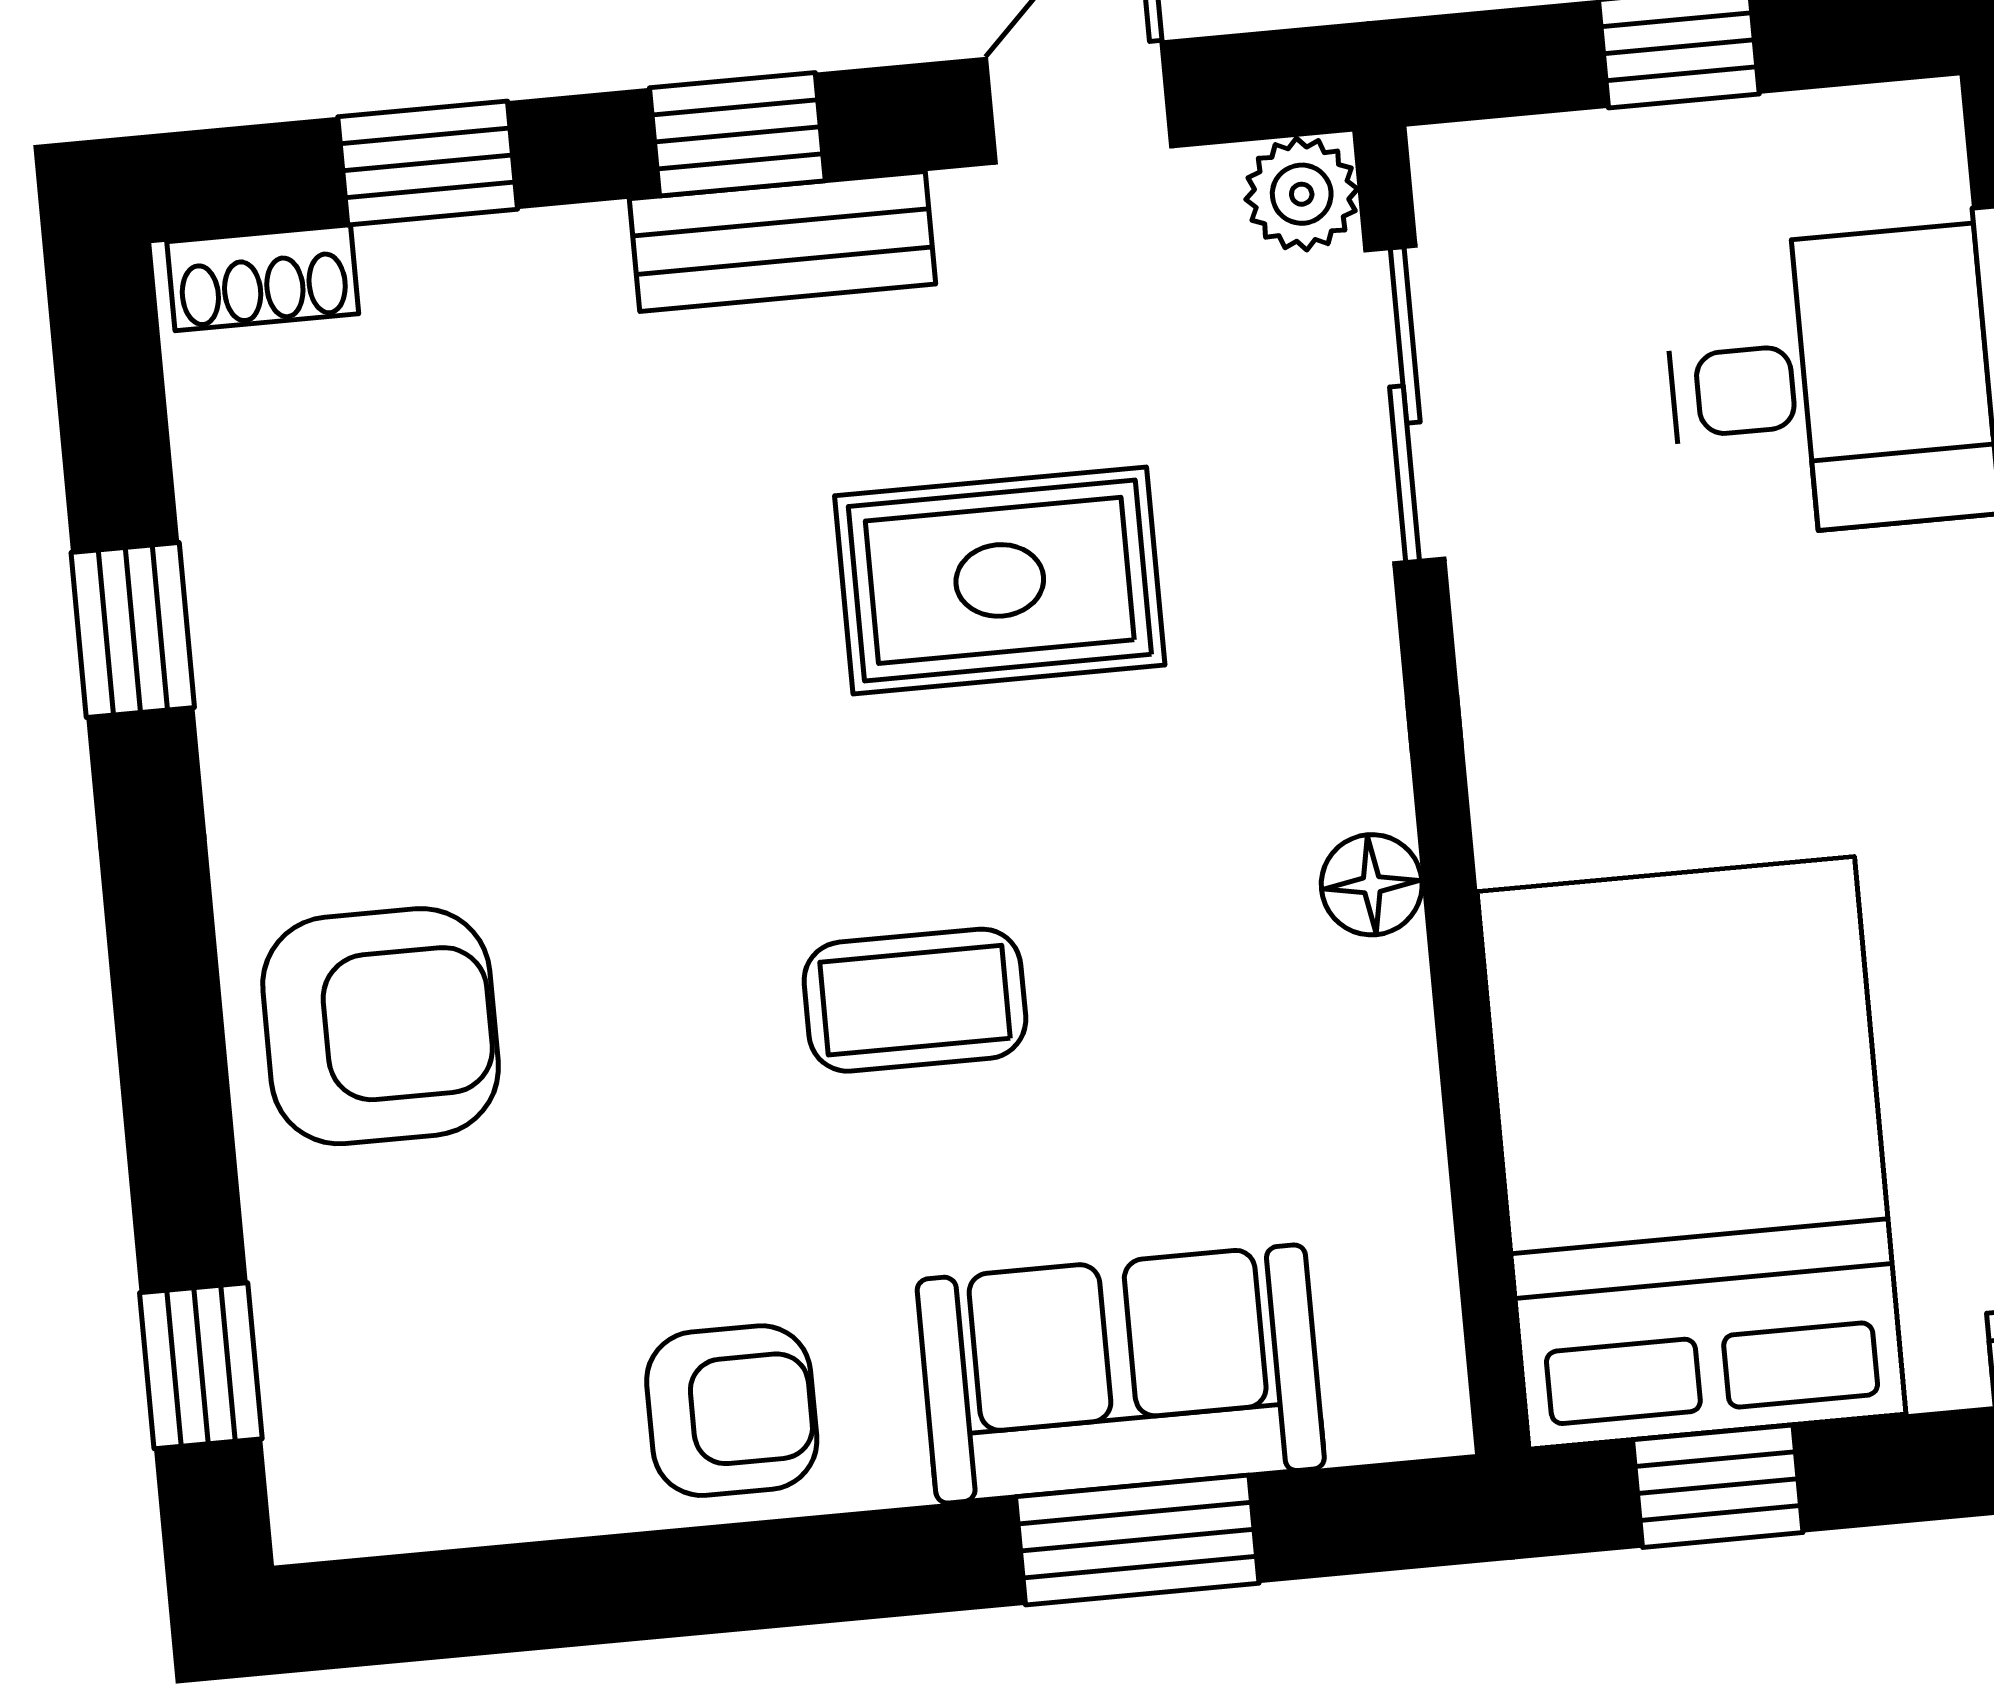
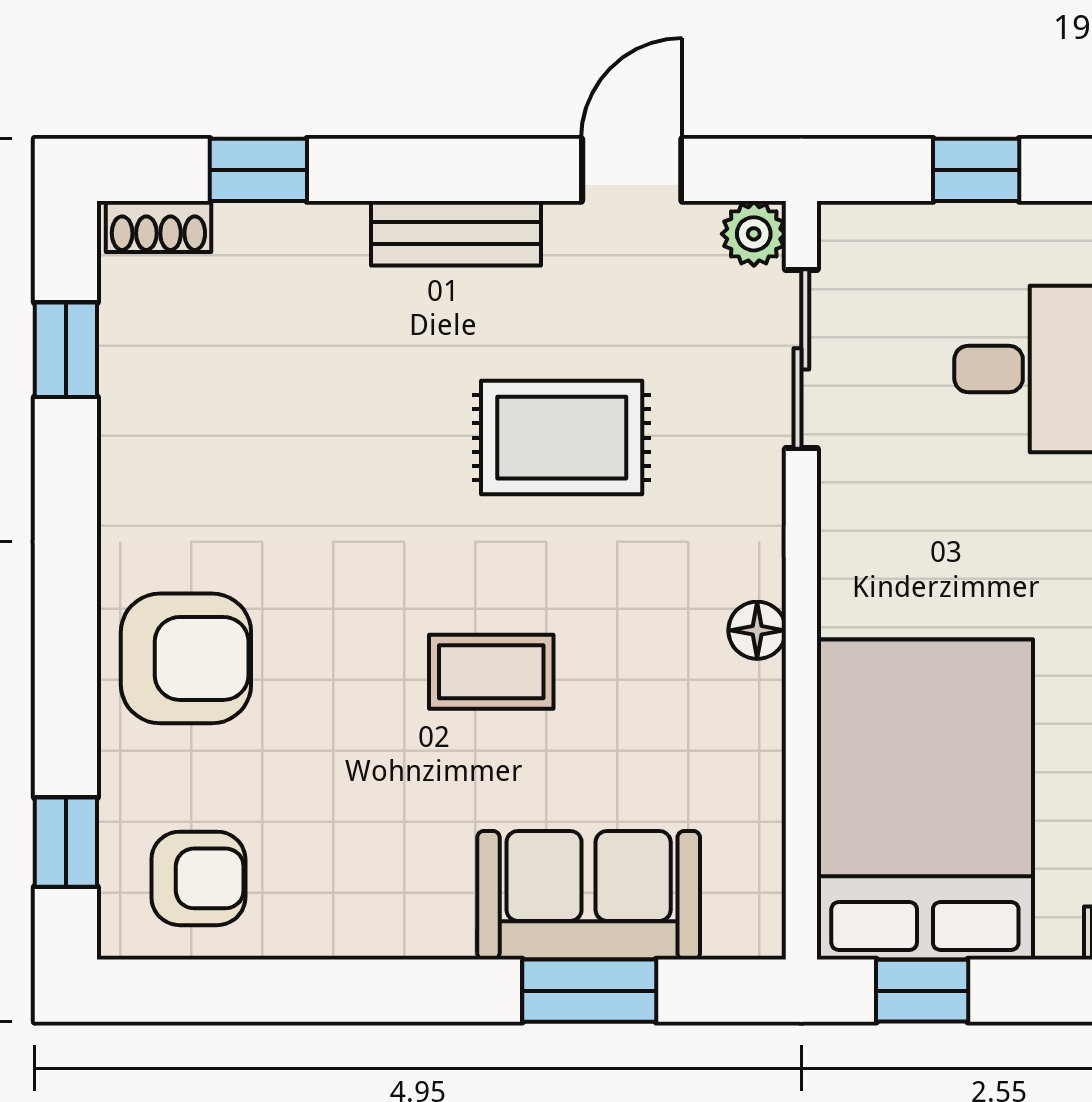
window: (737, 134) -> (436, 170), removed
window: (133, 630) -> (66, 350), moved
armchair: (732, 1411) -> (198, 878), moved

